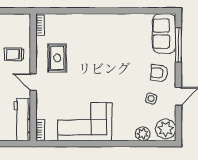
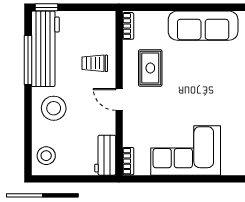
sofa: (98, 25) -> (203, 26), added
workbench: (22, 120) -> (105, 155), width x0.73

